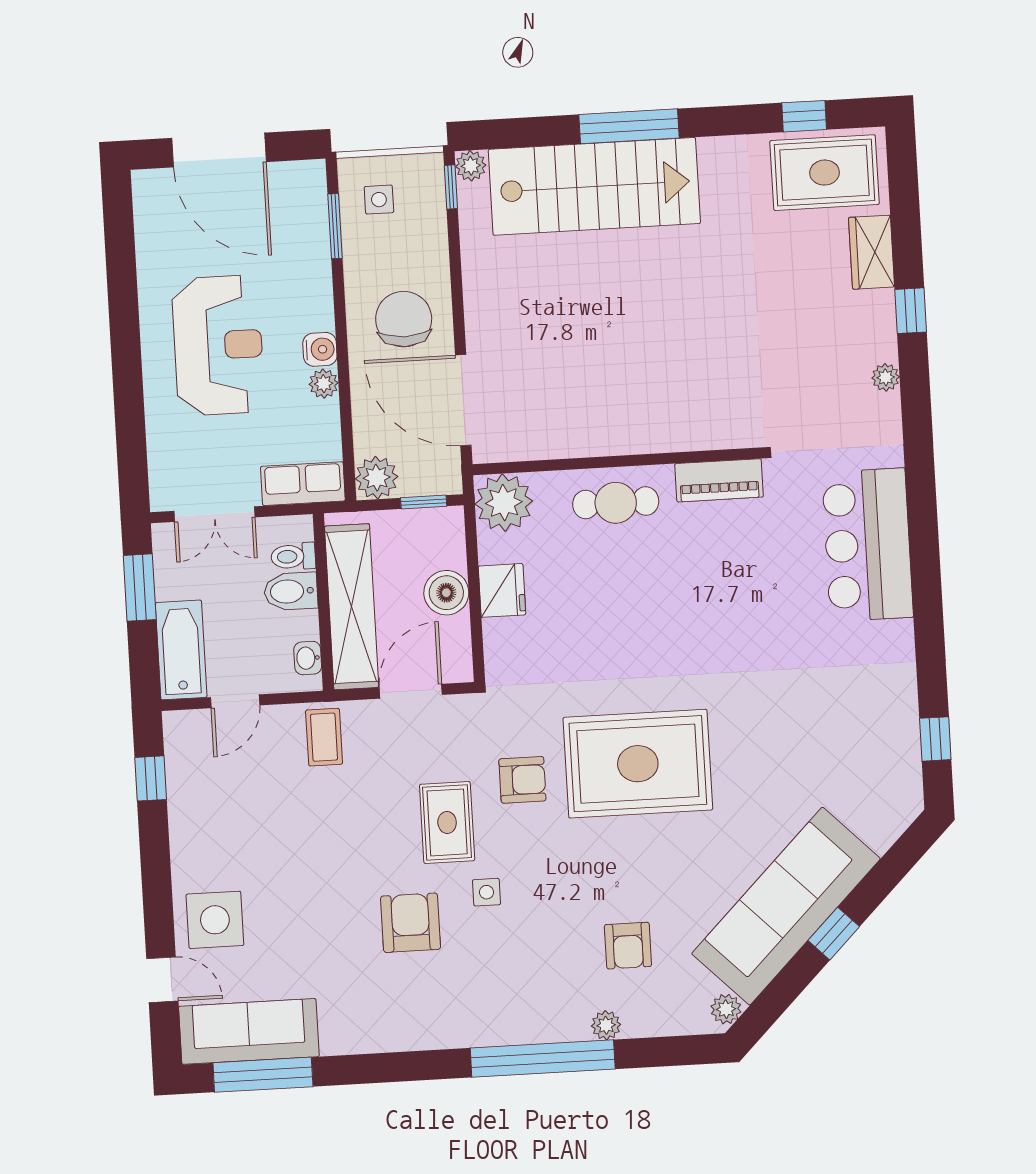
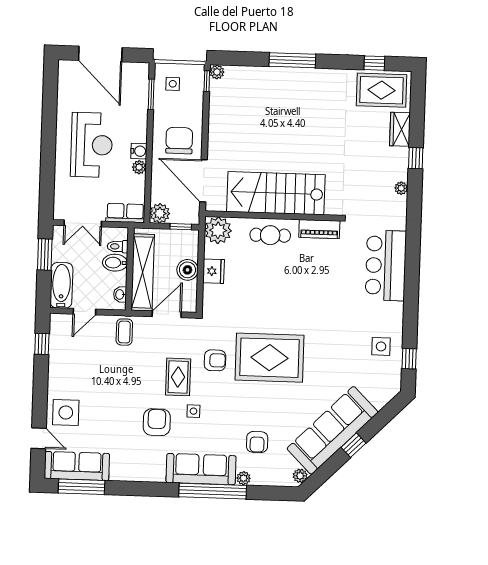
stairs: (594, 186) -> (276, 193), moved, turned 180
side table: (873, 718) -> (381, 346), added
sofa: (514, 1014) -> (201, 469), added

